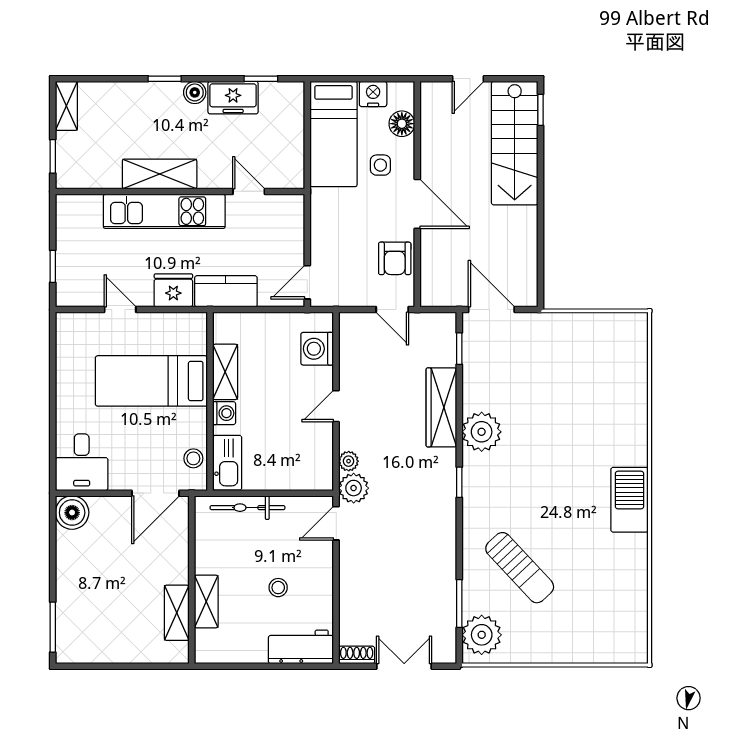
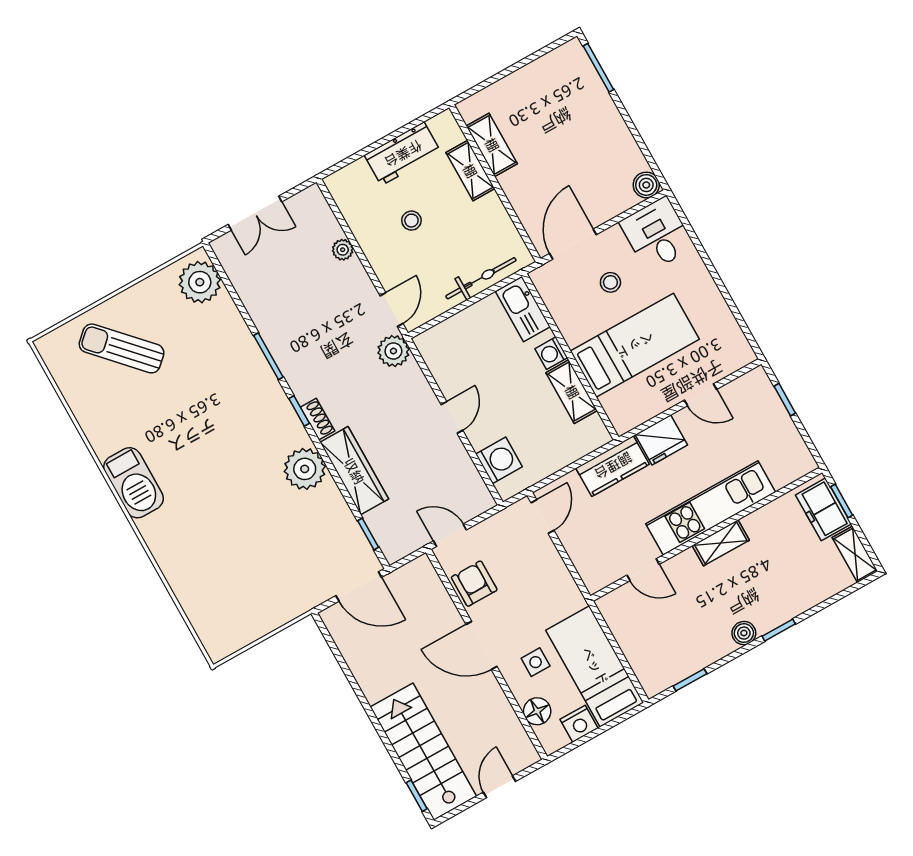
freezer: (233, 98) -> (823, 509), moved, turned -90
shelving: (160, 174) -> (721, 543), width x0.67, depth x0.75
stool: (193, 458) -> (610, 282), moved
plant: (349, 461) -> (343, 250), moved
boiler: (72, 513) -> (646, 185), width x0.73, depth x0.73
sun lounger: (520, 568) -> (122, 348), moved
window: (459, 603) -> (268, 356), moved
workbench: (301, 647) -> (403, 154), moved
shoe rack: (357, 655) -> (317, 419), moved, turned -90

